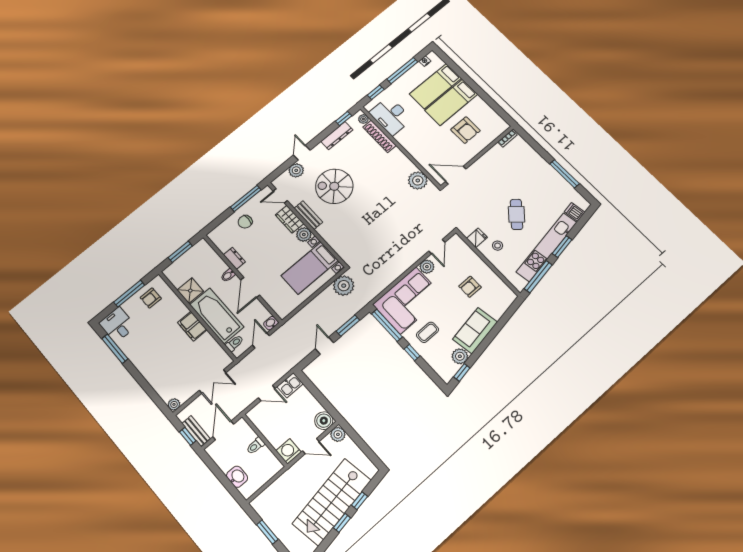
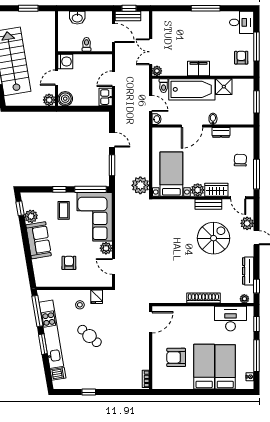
shoe rack: (379, 136) -> (203, 298), moved
window: (564, 174) -> (89, 392), width x0.46
plant: (418, 180) -> (169, 295), removed
door: (280, 196) -> (238, 198), swing flipped
door: (250, 287) -> (192, 126), swing flipped
window: (115, 349) -> (206, 8), moved
plant: (174, 404) -> (157, 71), moved

